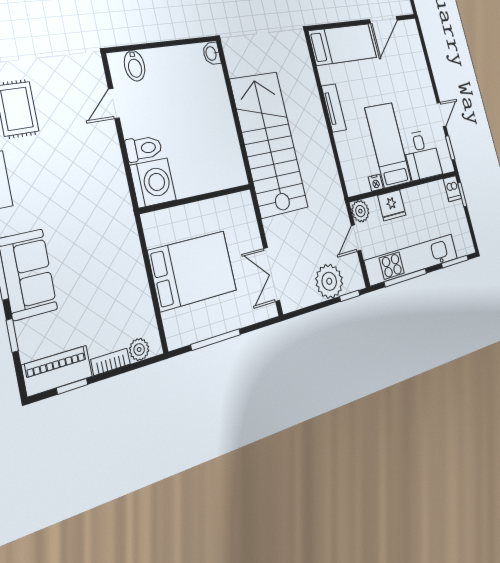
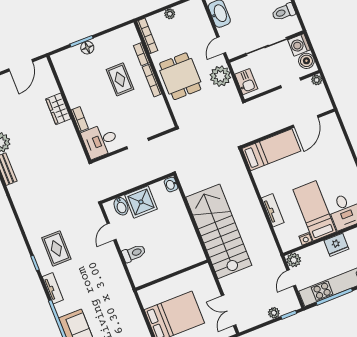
shower: (165, 68) -> (141, 202), added
tv unit: (334, 108) -> (273, 210), moved
washing machine: (153, 183) -> (142, 272), removed
fridge: (392, 205) -> (336, 245), moved
plant: (329, 281) -> (274, 313), width x0.53, depth x0.53

